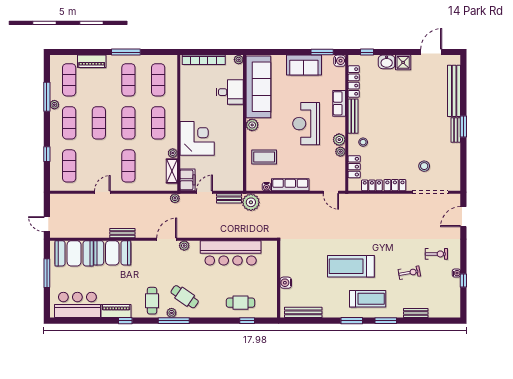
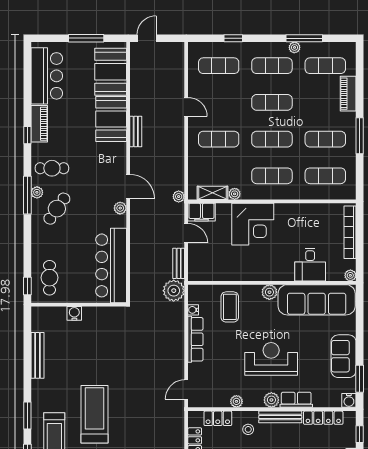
plant: (339, 140) -> (271, 400), moved
wall: (279, 279) -> (79, 305), moved
water cooler: (286, 283) -> (74, 313), moved

